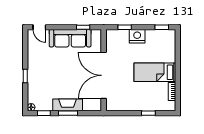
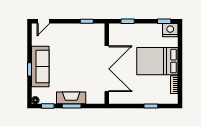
door: (39, 27) -> (43, 21), hinge flipped
nightstand: (137, 36) -> (170, 30), moved
sofa: (70, 38) -> (40, 67), moved, turned -90
bed: (155, 72) -> (157, 61), width x1.50
double door: (104, 75) -> (107, 69), swing flipped

